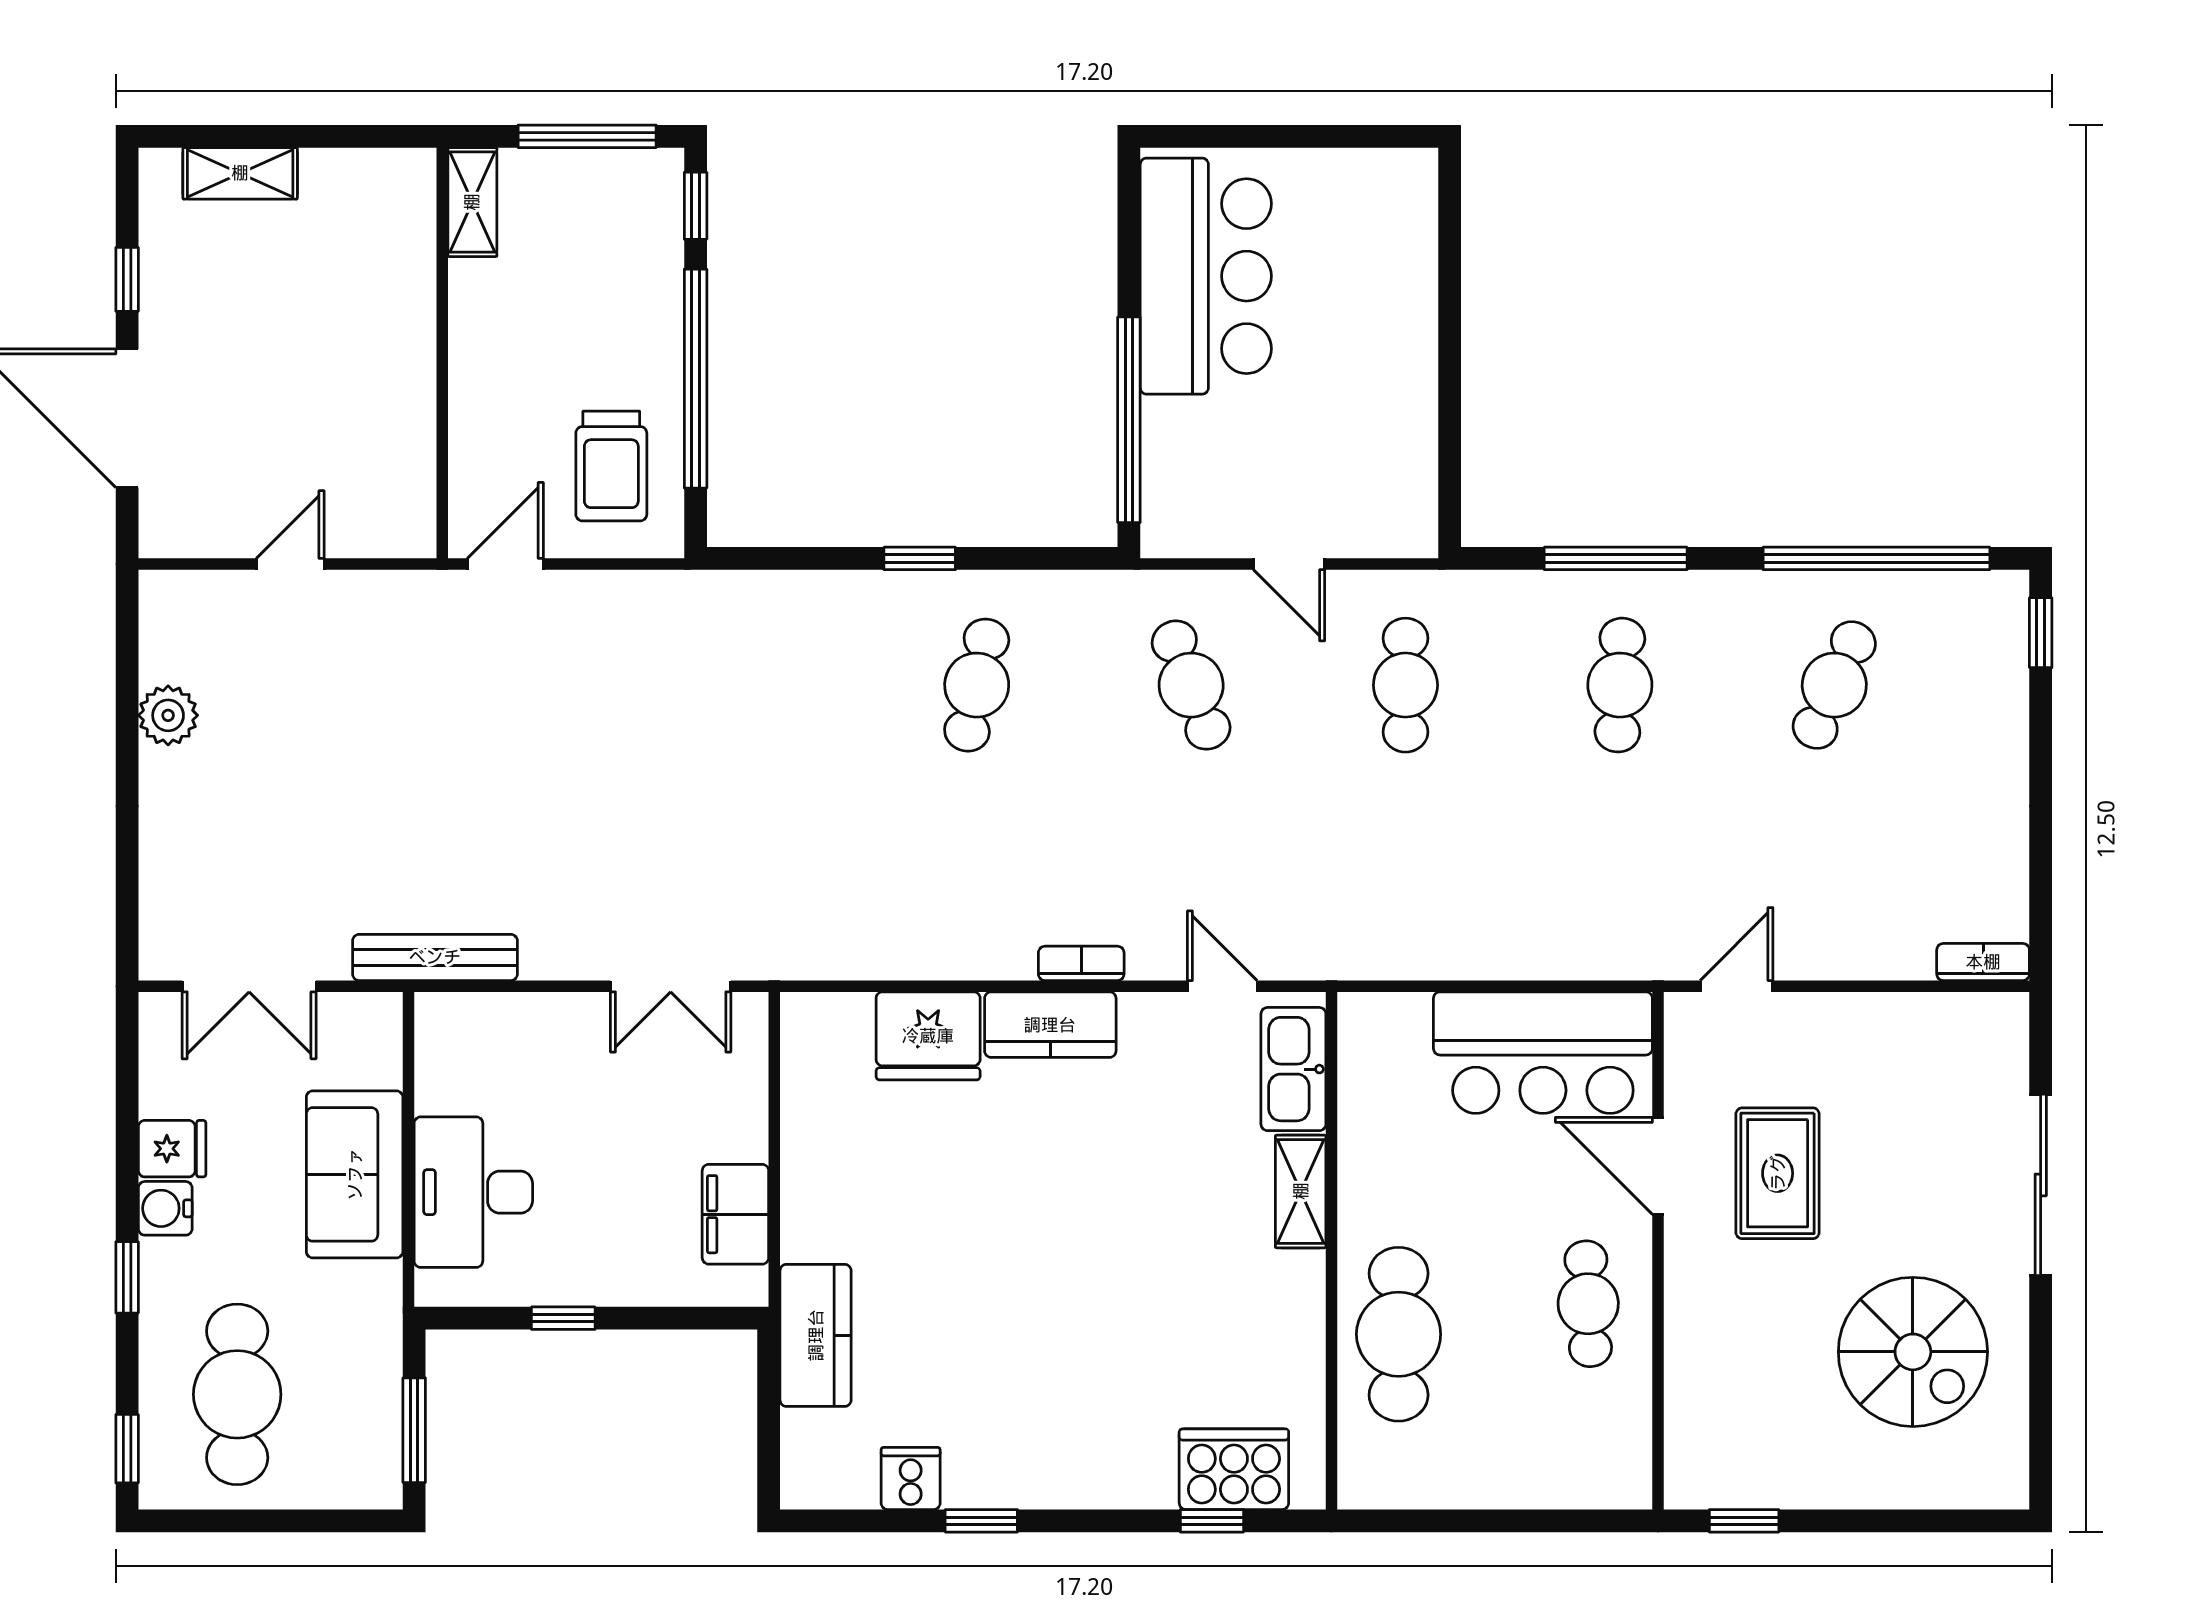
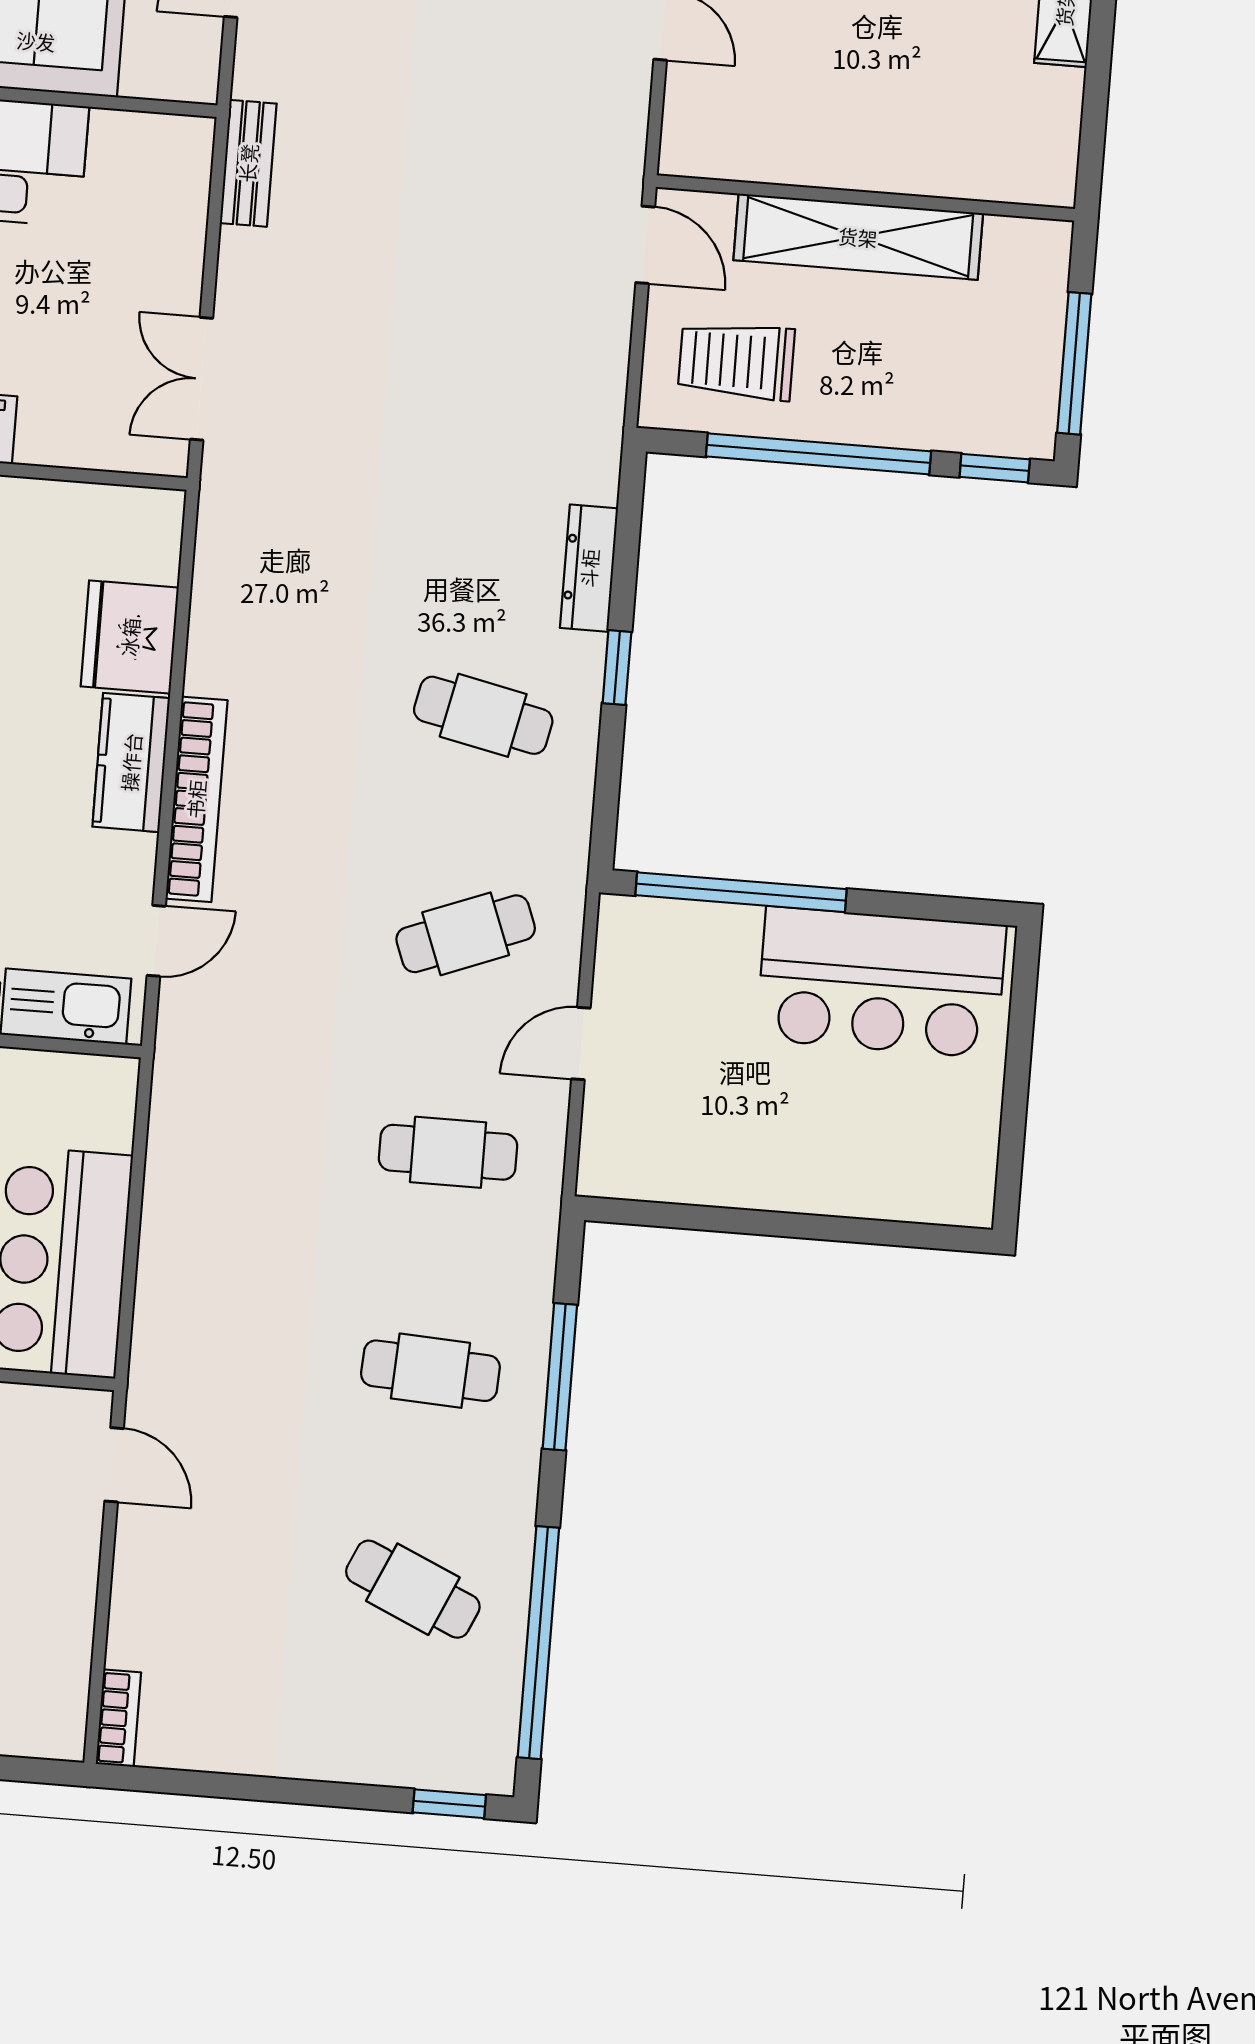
shelving: (472, 202) -> (858, 237), moved, width x2.20, depth x1.33
dresser: (825, 593) -> (589, 568), added
bench: (435, 957) -> (248, 163), width x0.73
bookcase: (1081, 963) -> (196, 799), width x2.31, depth x1.31

